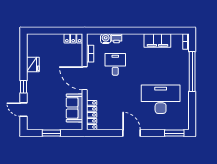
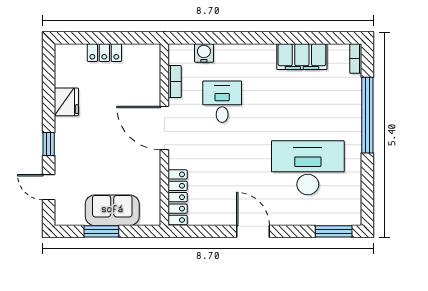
locker: (73, 38) -> (104, 53), moved
printer: (117, 38) -> (225, 52), removed
sofa: (75, 108) -> (112, 210), moved, turned 90

